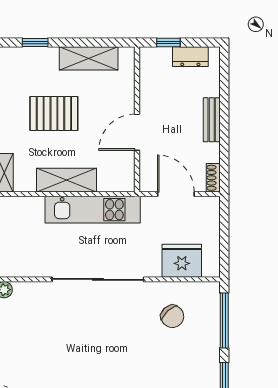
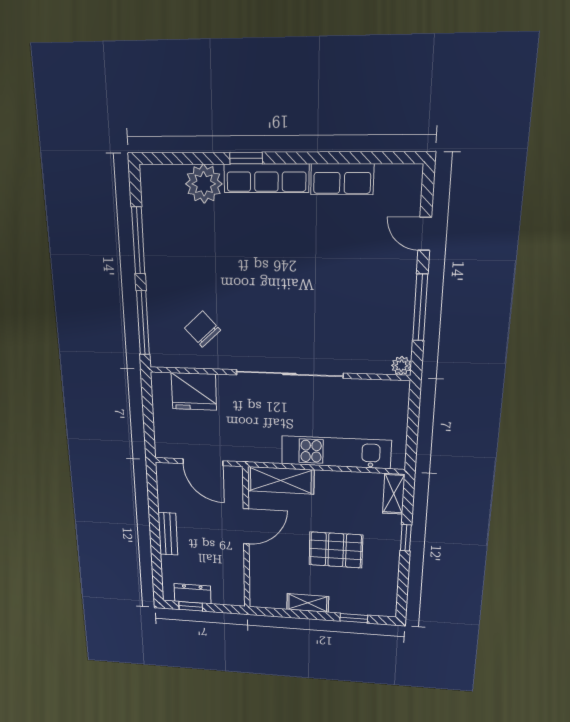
window: (168, 42) -> (191, 606), moved
shelving: (89, 58) -> (308, 603), width x0.67, depth x0.75
shoe rack: (213, 178) -> (163, 477), removed
shelving: (66, 180) -> (281, 480), moved
kitchen unit: (93, 210) -> (336, 452), moved

